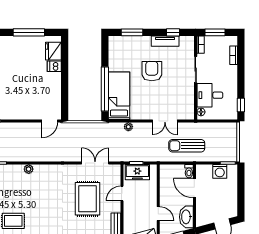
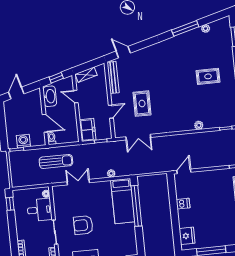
dishwasher: (54, 66) -> (183, 204), moved
armchair: (152, 71) -> (83, 225), moved, turned 90
freezer: (137, 172) -> (88, 130), moved, turned 90
rug: (87, 199) -> (142, 104), width x0.73, depth x0.70

